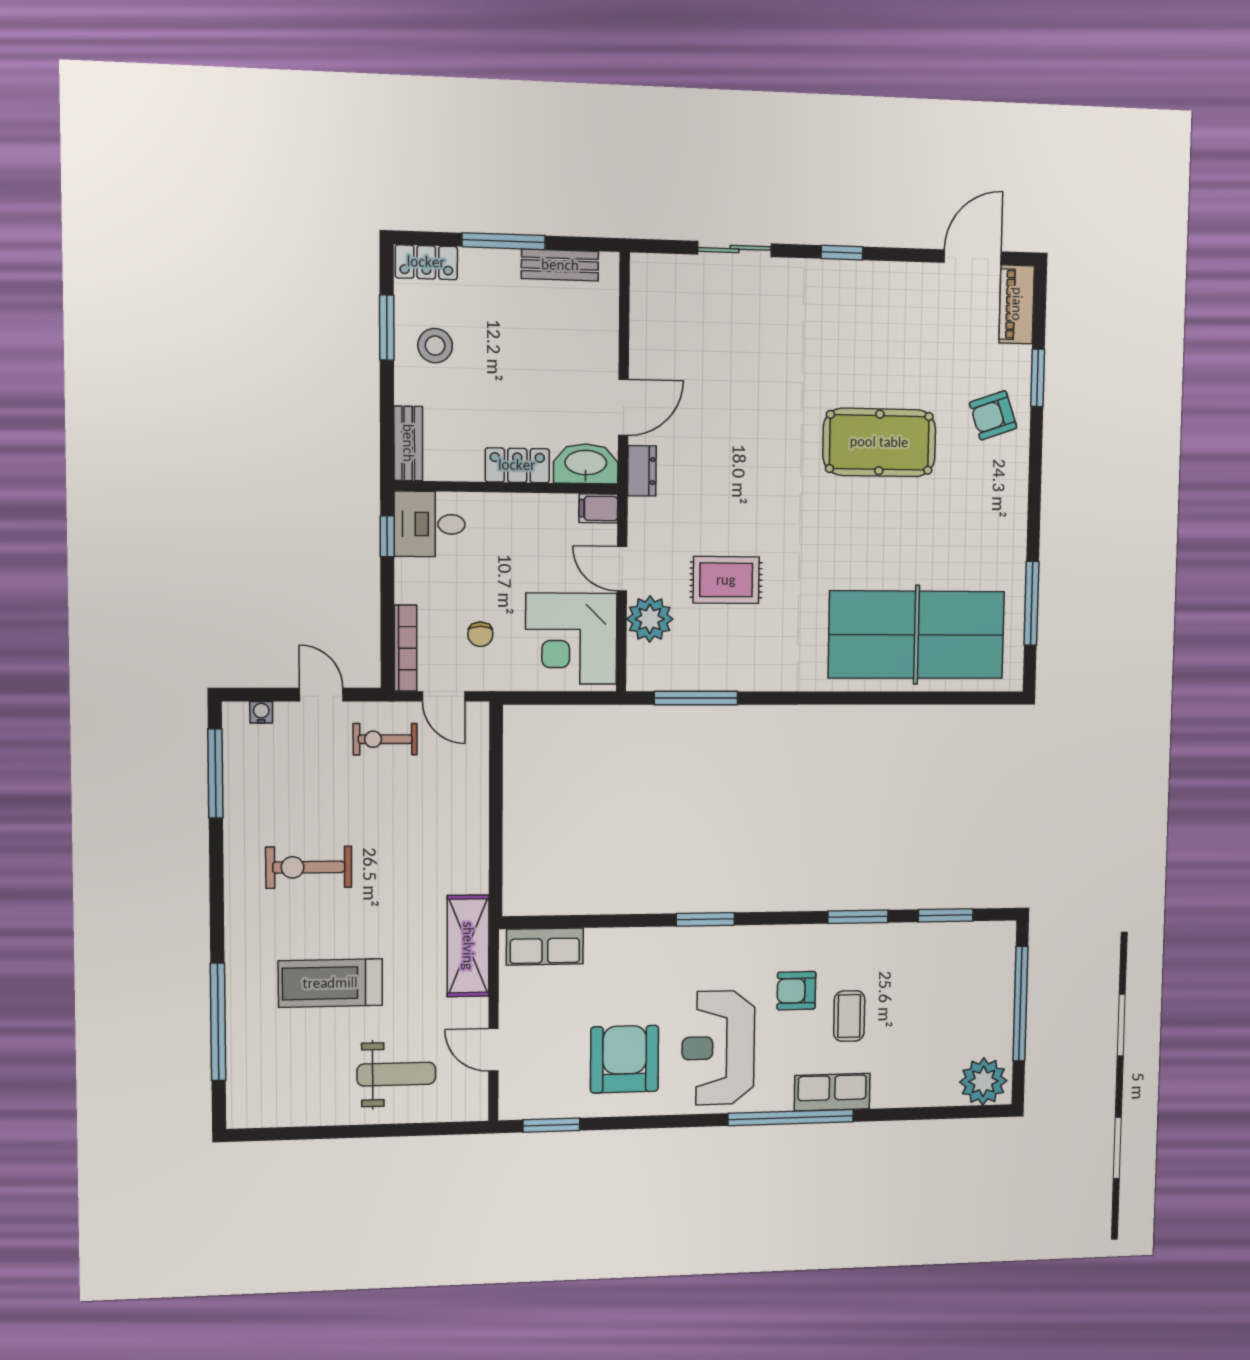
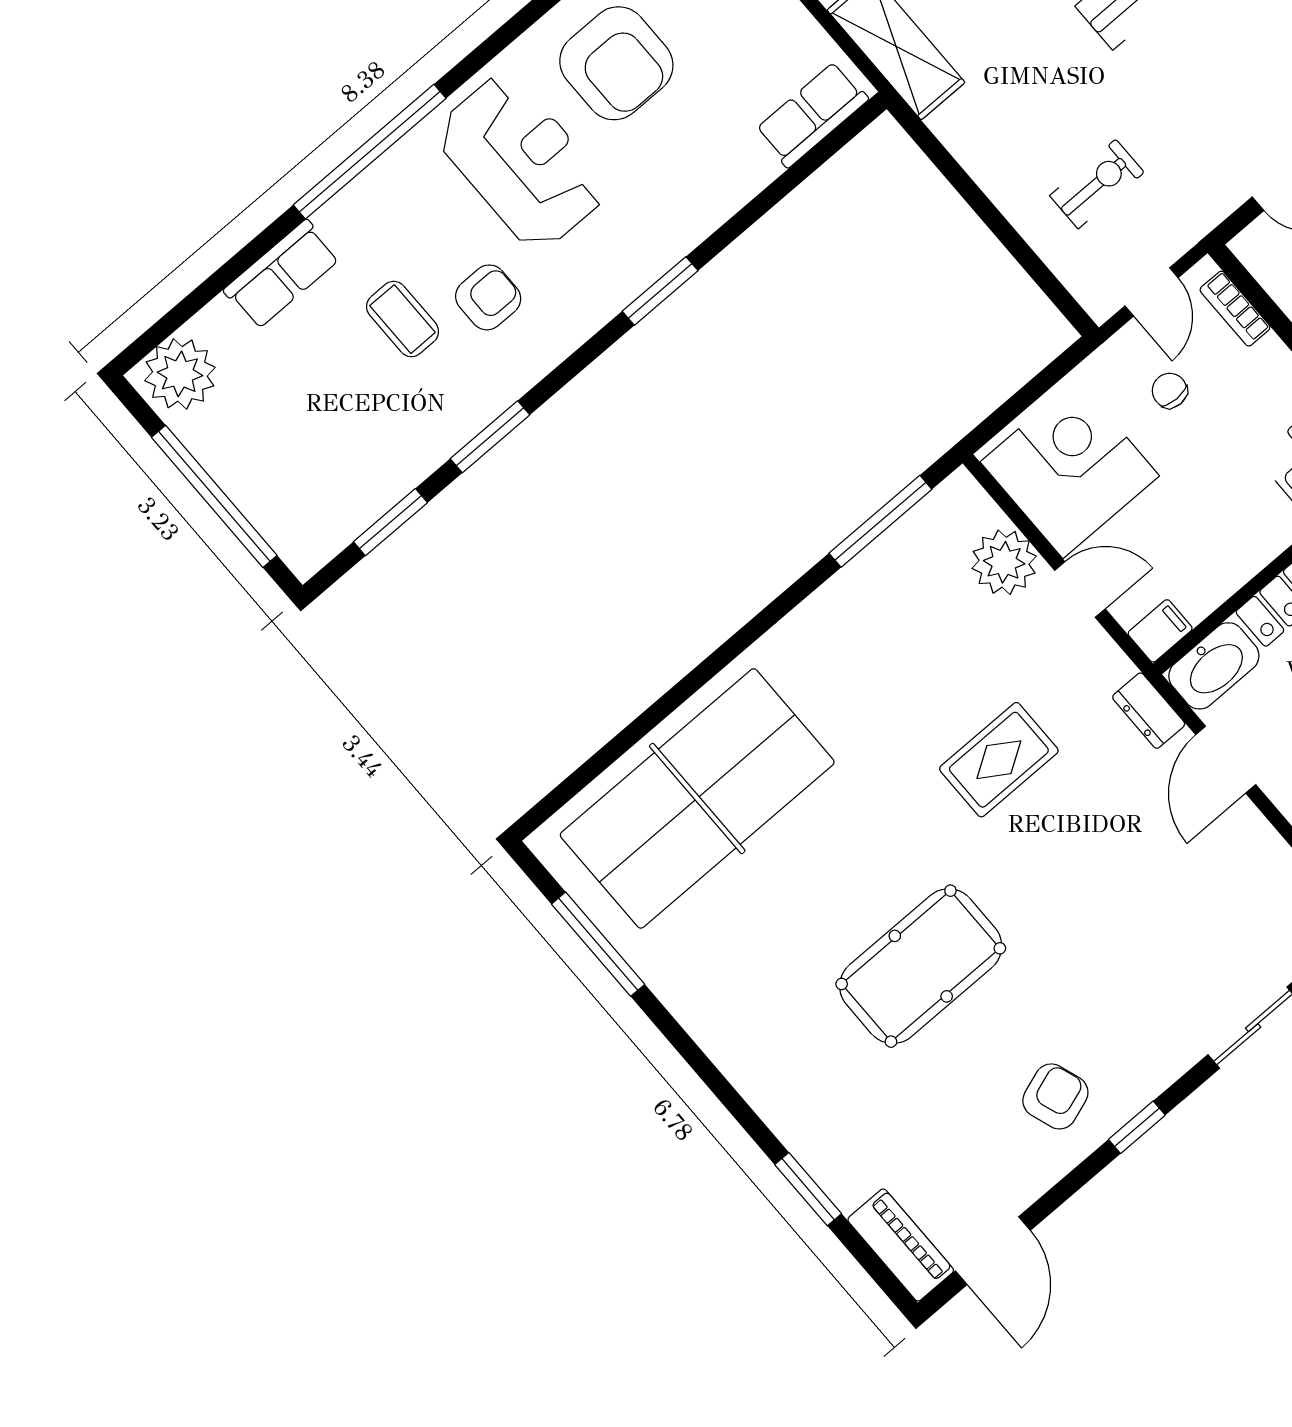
armchair: (993, 415) -> (1055, 1096), moved
rug: (726, 580) -> (999, 760), moved
bookcase: (406, 648) -> (1235, 309), width x0.64
door: (444, 696) -> (1152, 292), swing flipped
exercise bike: (385, 739) -> (1097, 184), moved
row of seats: (832, 1092) -> (282, 274), moved

